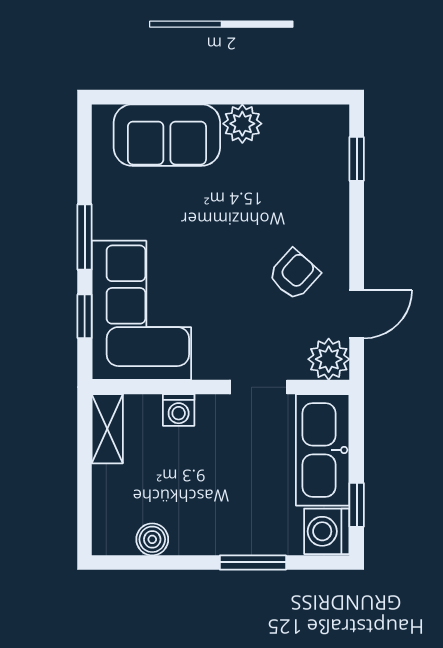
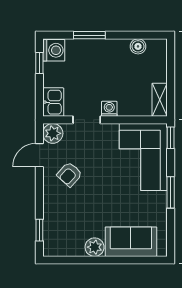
window: (85, 316) -> (171, 138), moved
washing machine: (179, 410) -> (109, 109), moved
kitchen sink: (323, 450) -> (53, 102), width x0.53, depth x0.81

